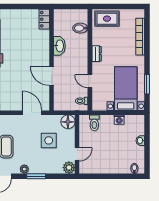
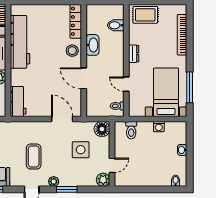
locker: (44, 19) -> (76, 21), width x1.53
stool: (41, 51) -> (72, 51), added
window: (147, 84) -> (190, 87), width x1.44

